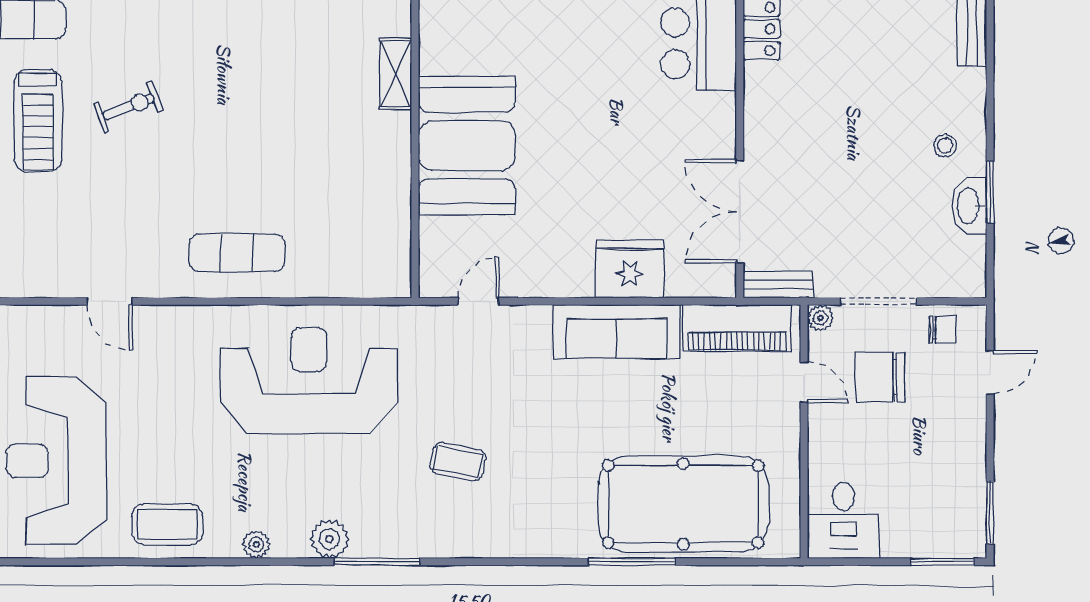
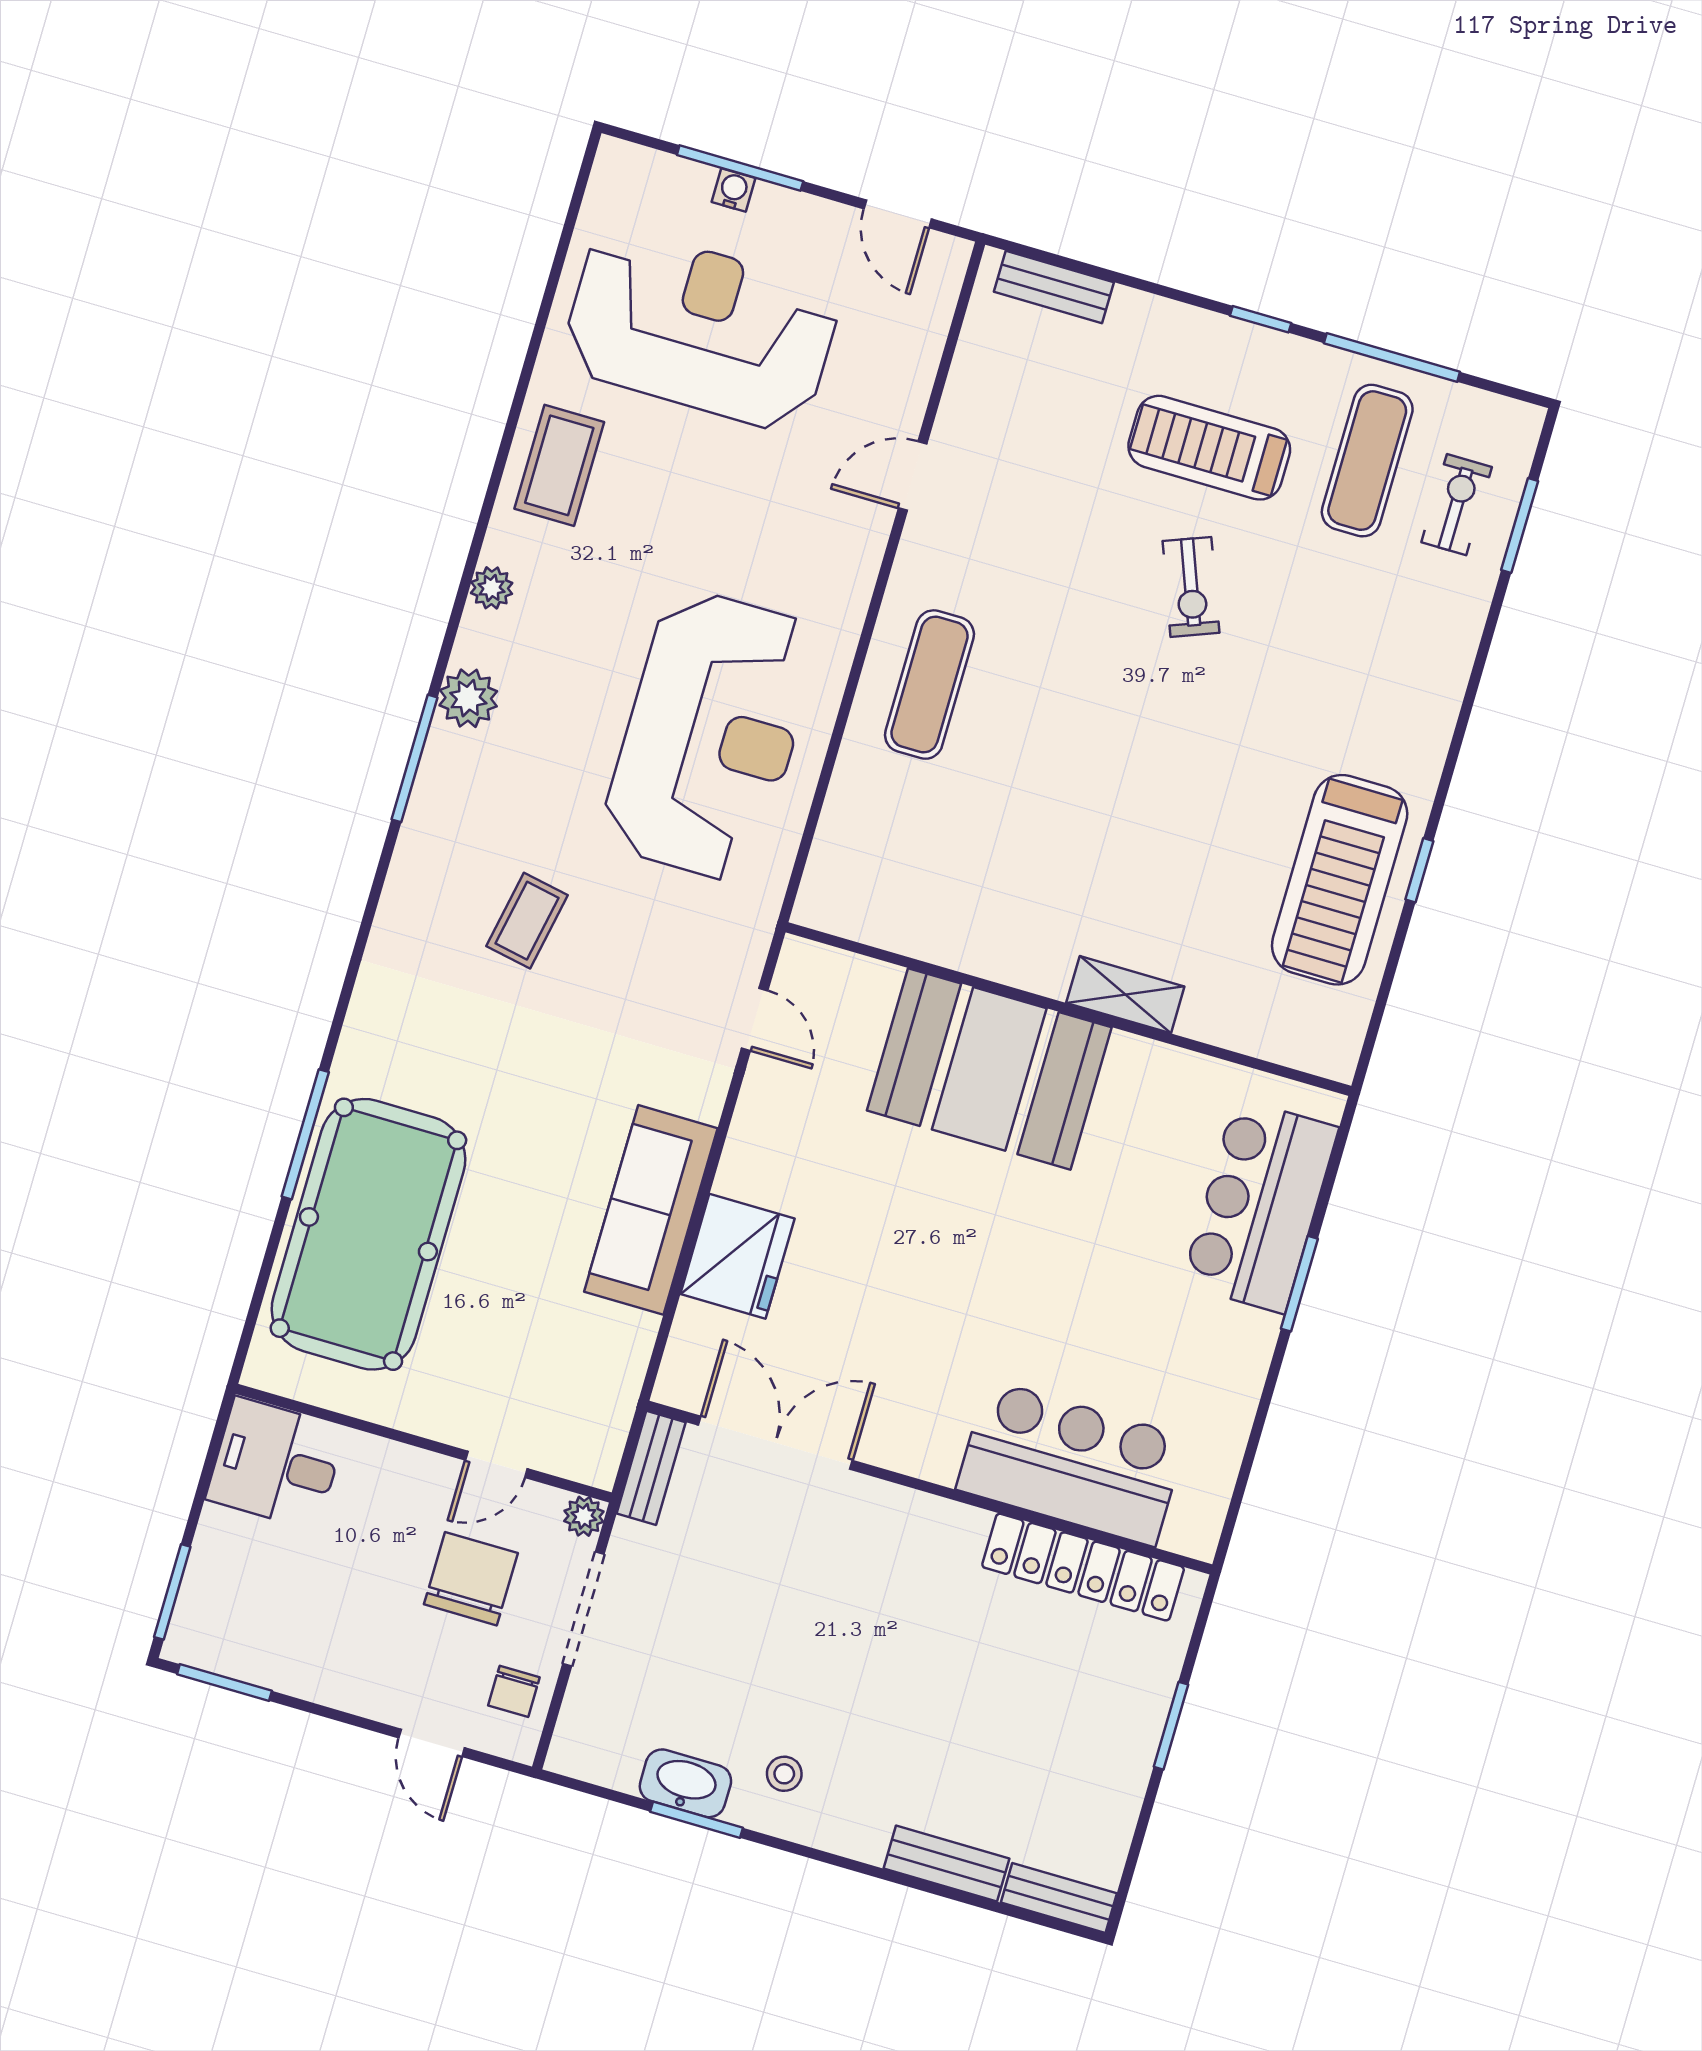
piano: (737, 328) -> (604, 1389), removed

